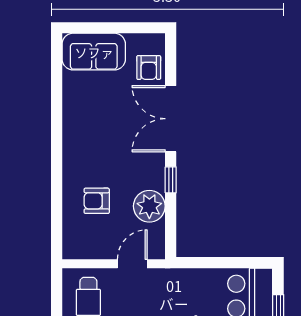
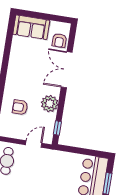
window: (171, 180) -> (57, 128), moved
plant: (149, 206) -> (50, 104), moved

